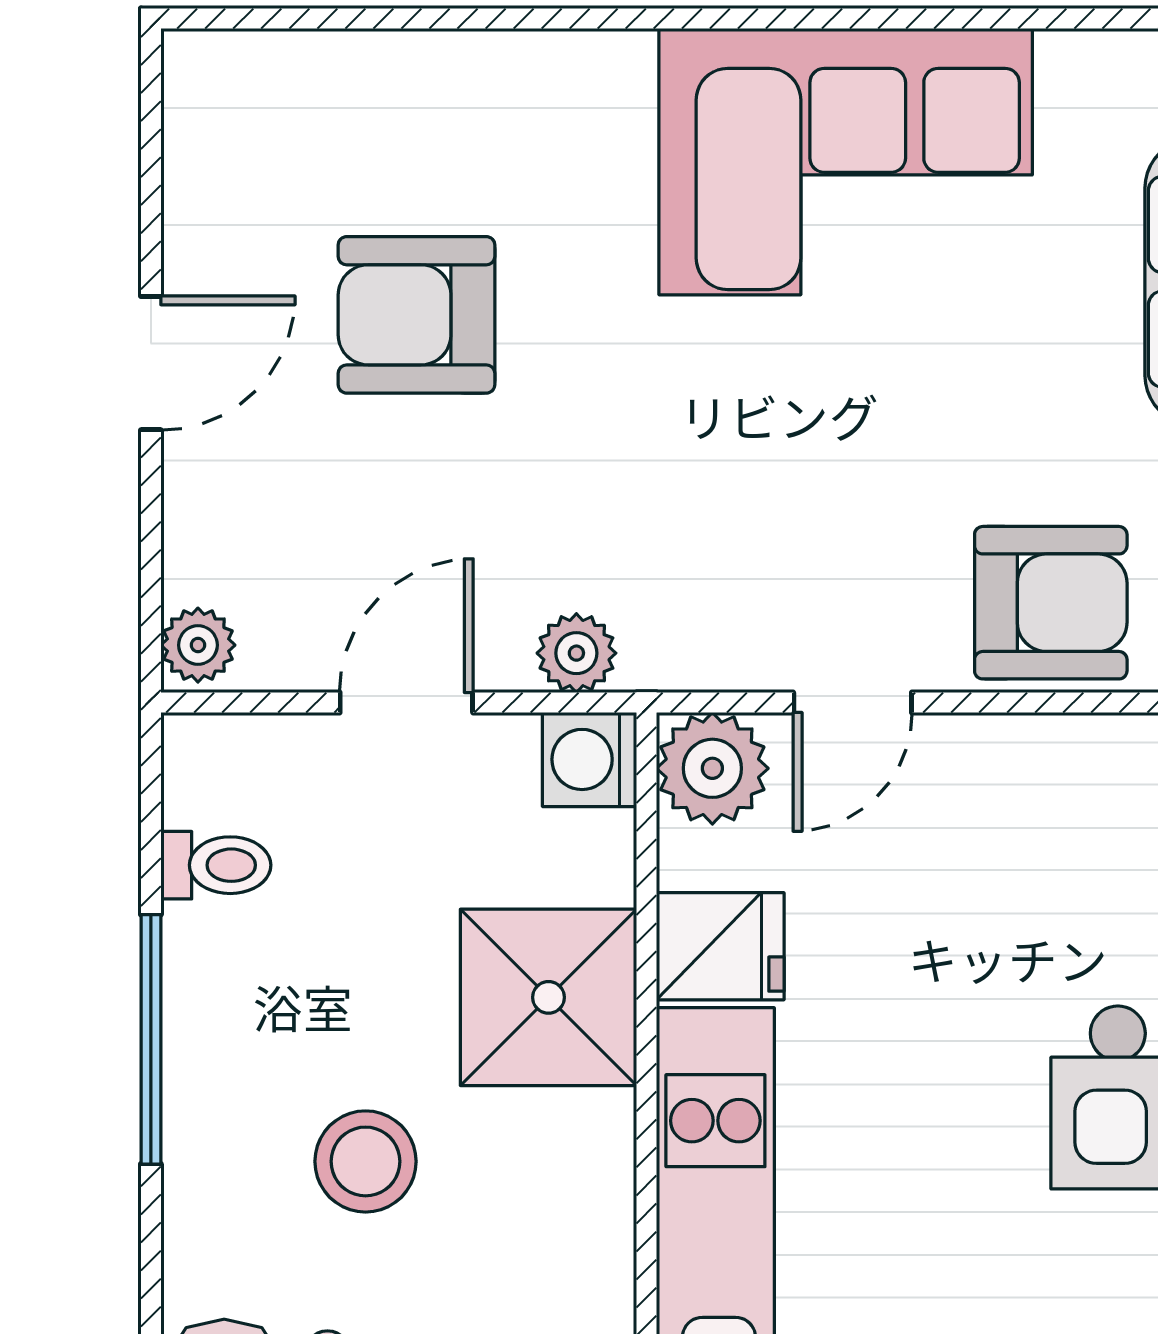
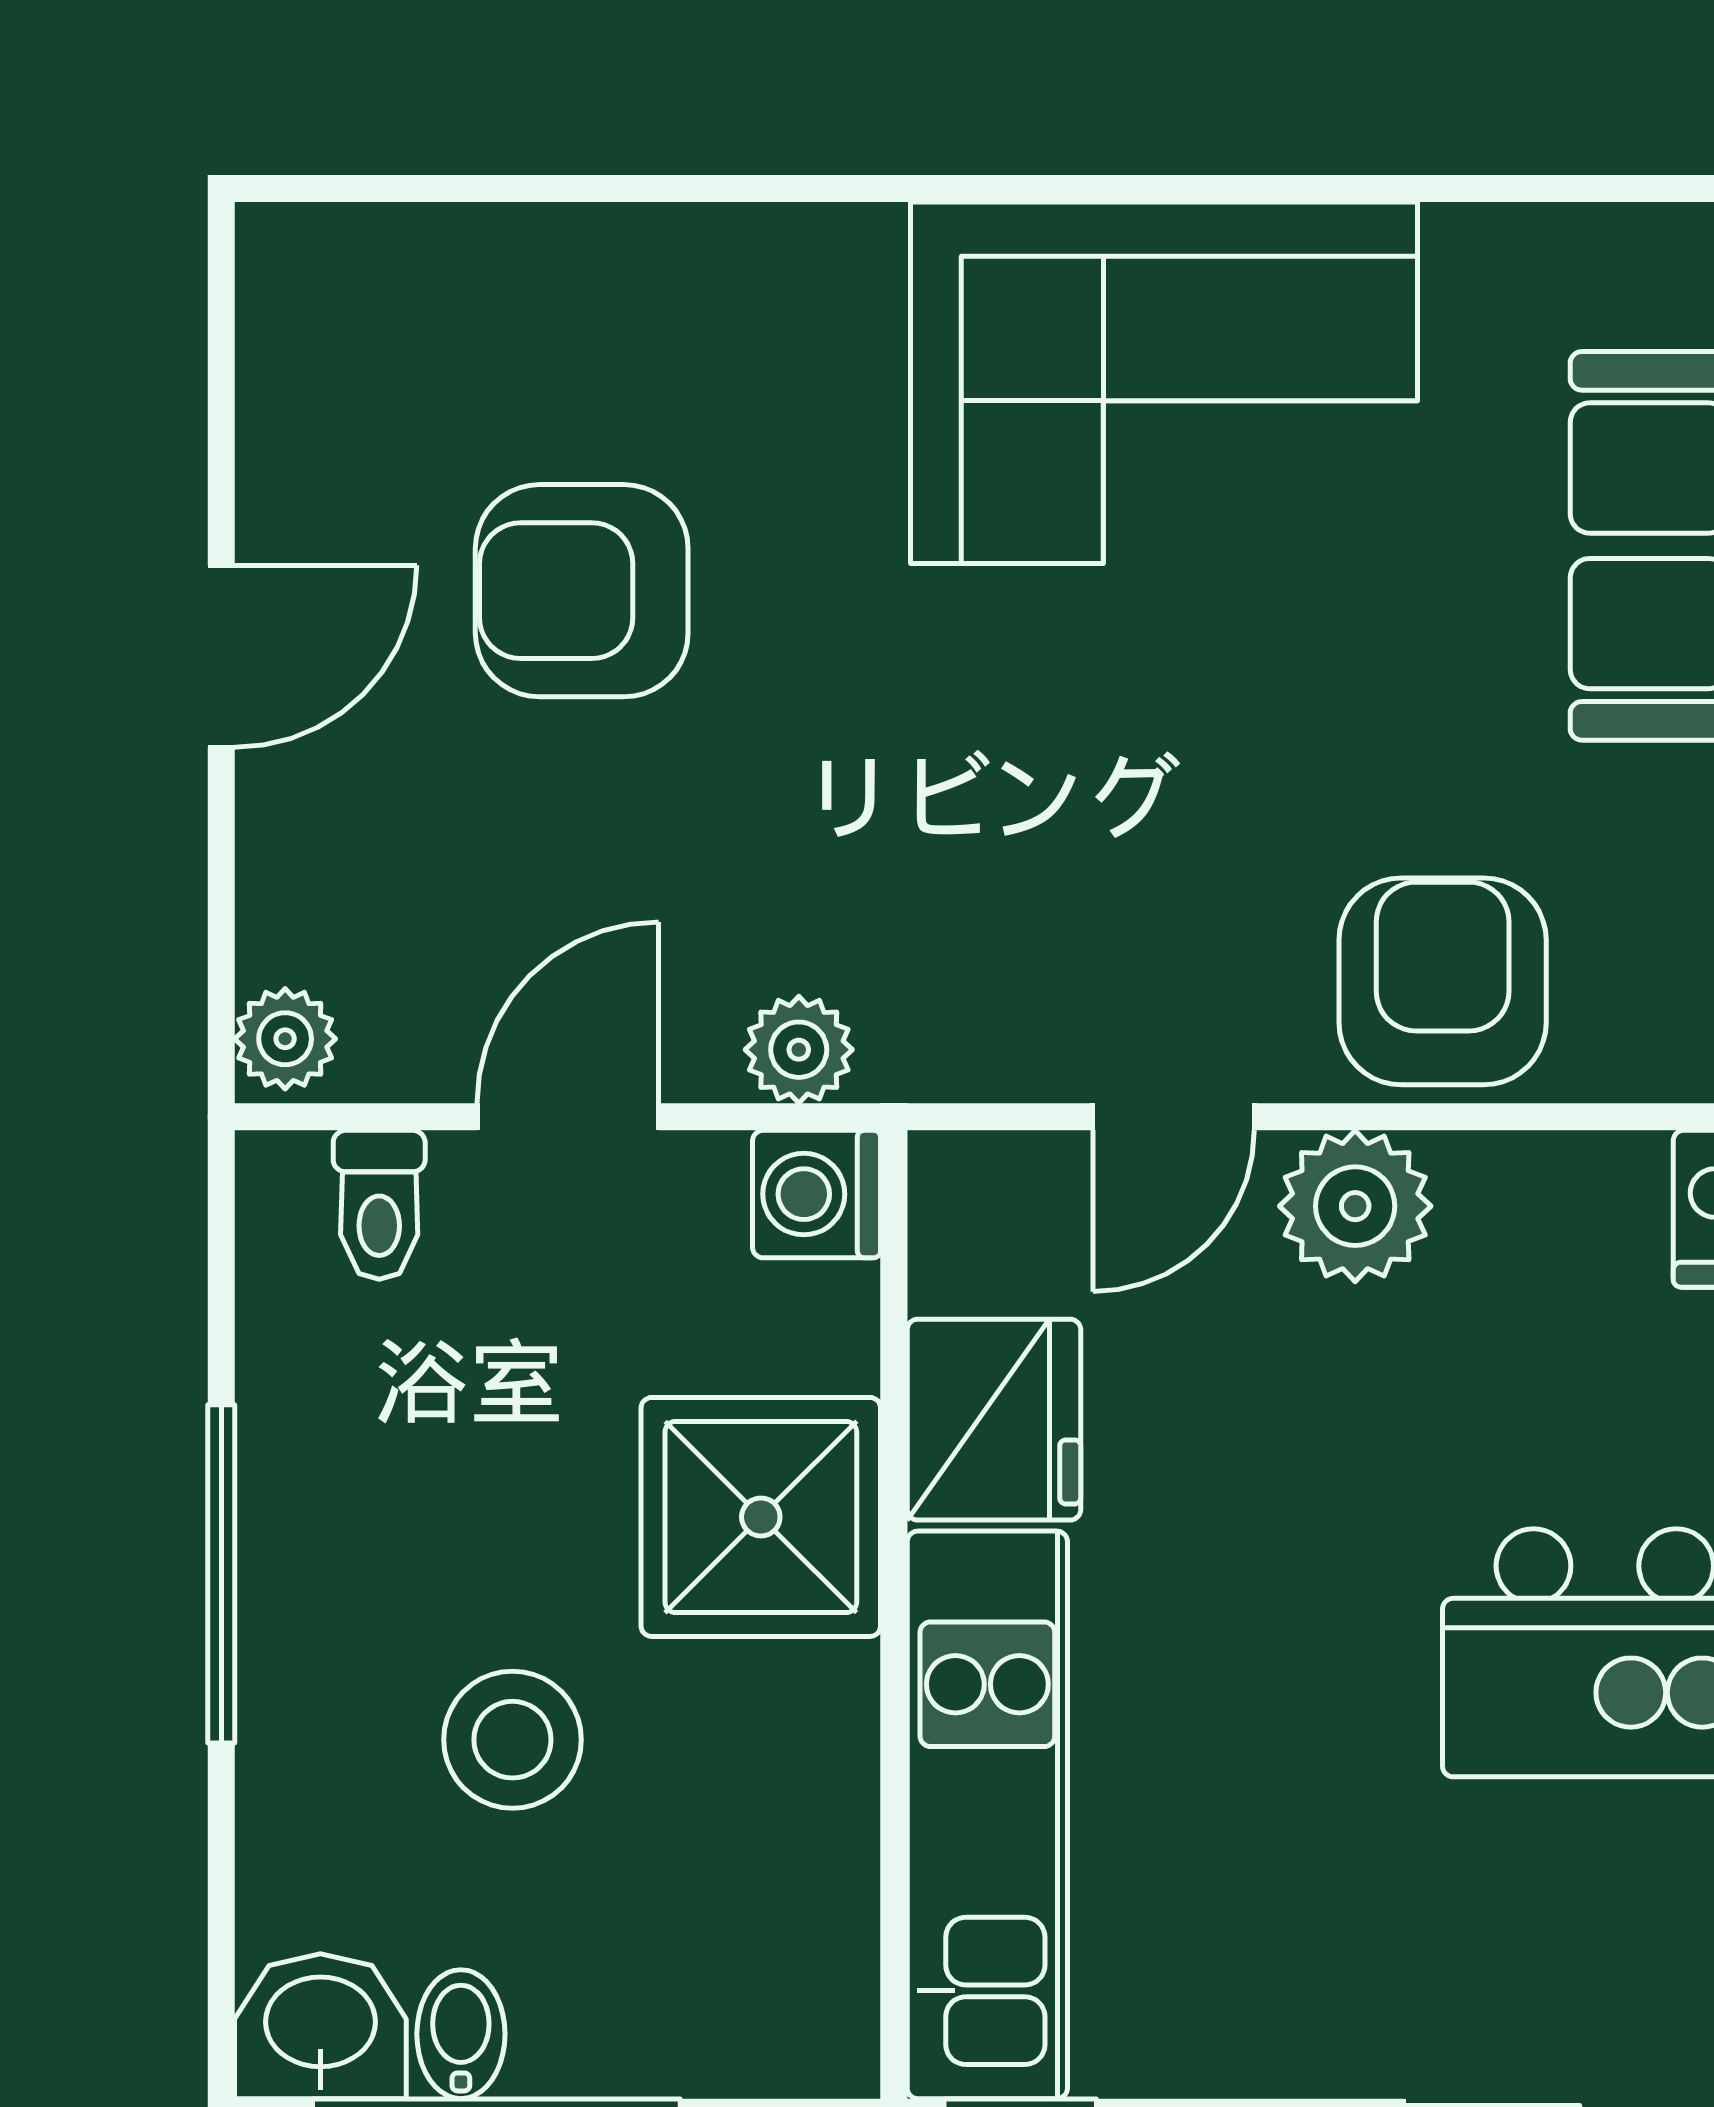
armchair: (1051, 603) -> (1443, 981), turned -90
plant: (712, 768) -> (1355, 1206), moved
toilet: (216, 865) -> (379, 1205), moved, turned 90
fridge: (720, 946) -> (994, 1420), width x1.38

